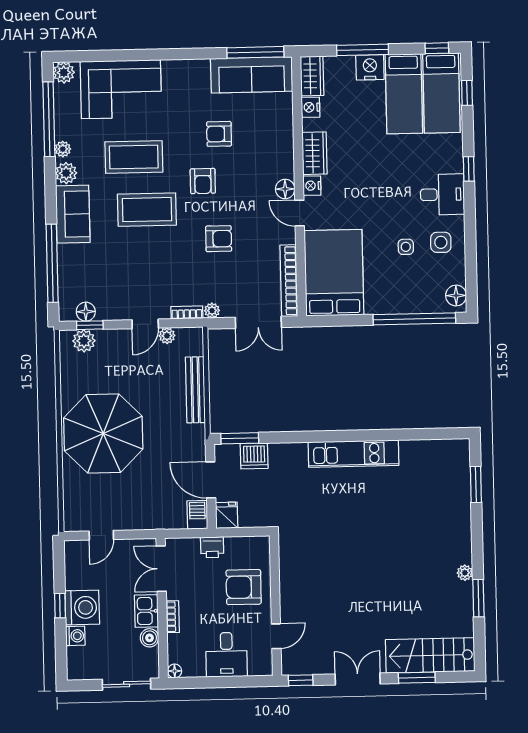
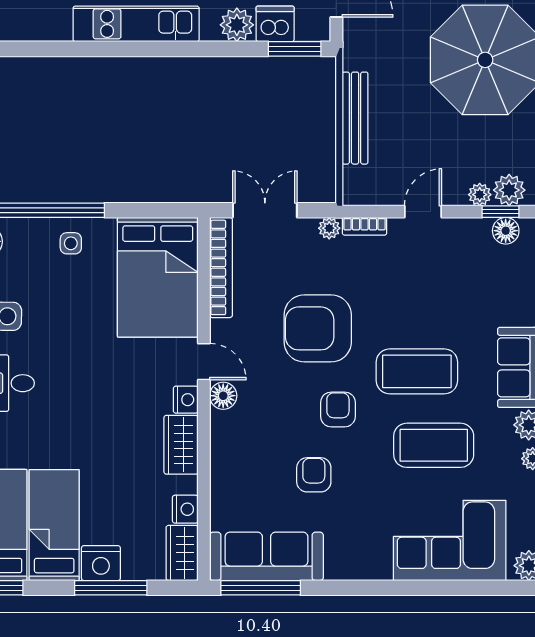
armchair: (219, 134) -> (314, 475), turned -90
armchair: (219, 239) -> (318, 328), width x1.88, depth x1.88
side table: (406, 247) -> (71, 243), moved
plant: (167, 336) -> (480, 195), moved
plant: (281, 455) -> (237, 25), added

